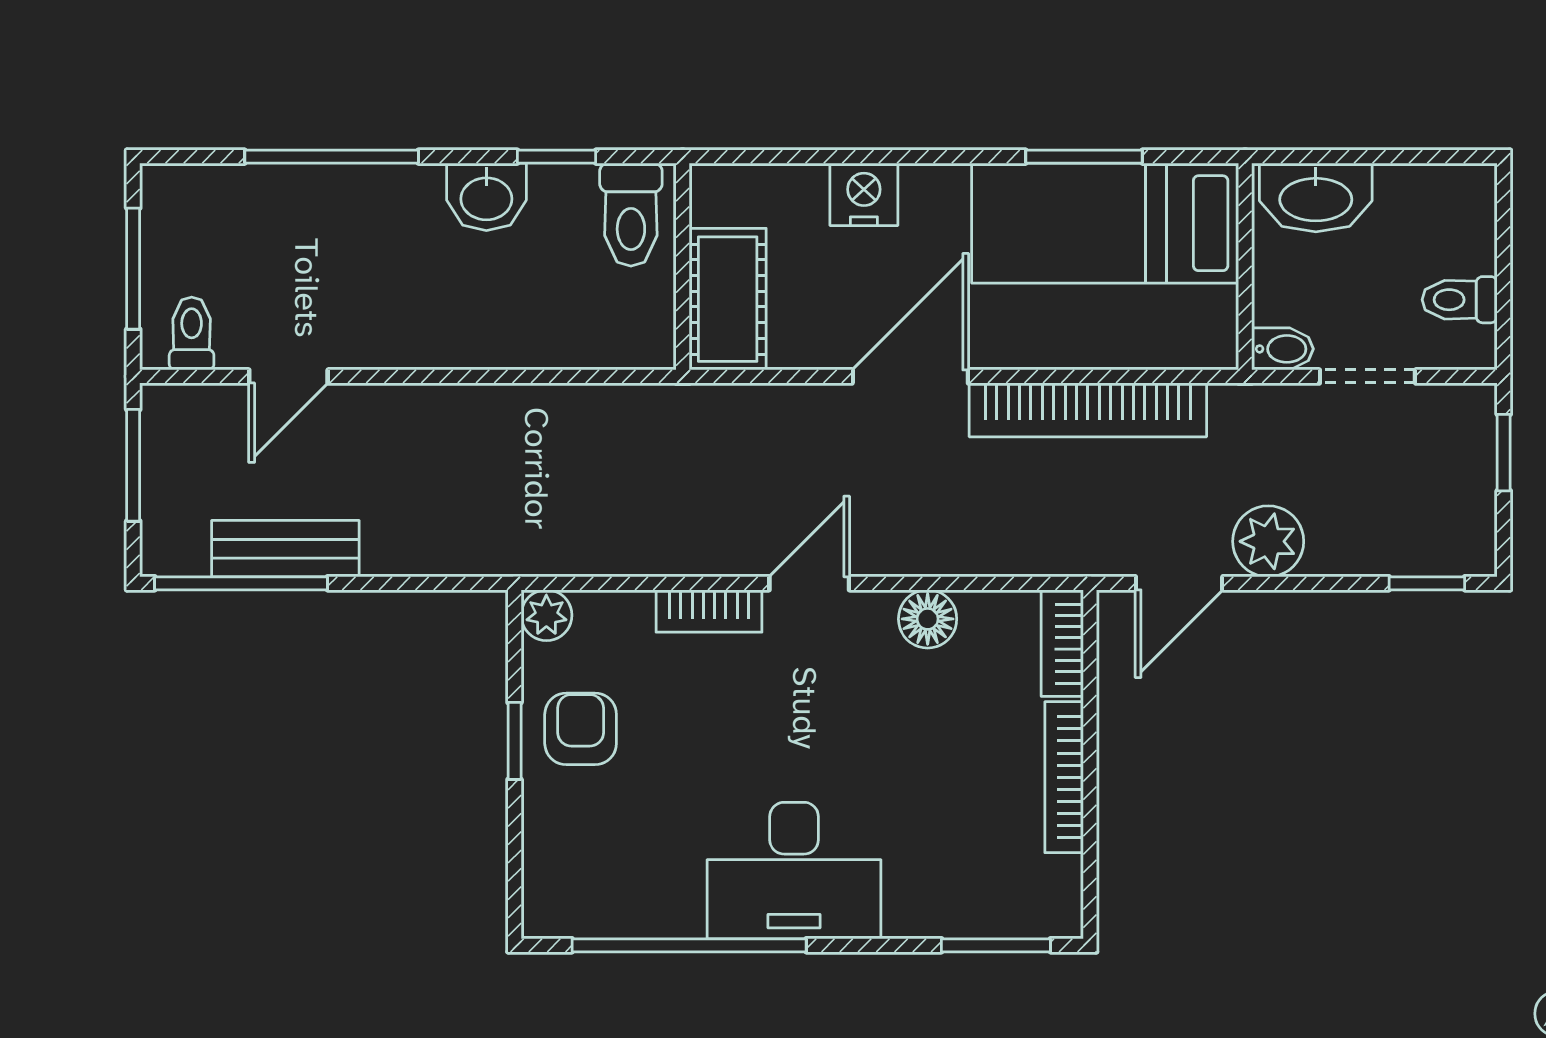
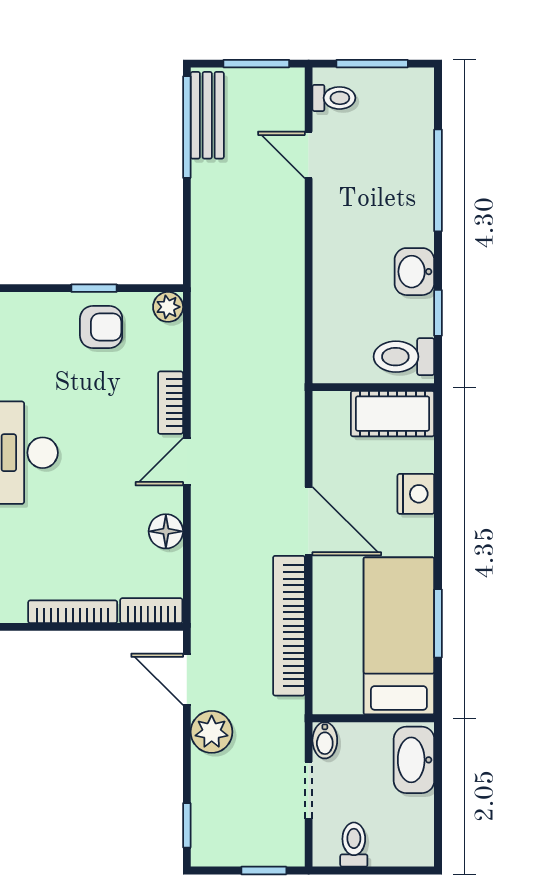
cot: (728, 299) -> (393, 414), moved
bench: (285, 549) -> (207, 115), moved
door: (809, 583) -> (187, 462), swing flipped

